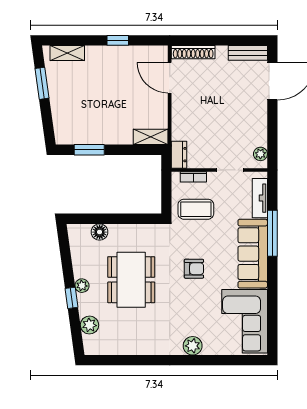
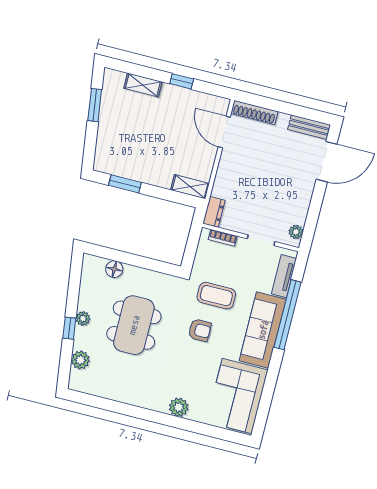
shelving: (67, 53) -> (143, 85), moved
coffee table: (196, 209) -> (216, 296), moved
window: (272, 233) -> (288, 315), width x1.46

